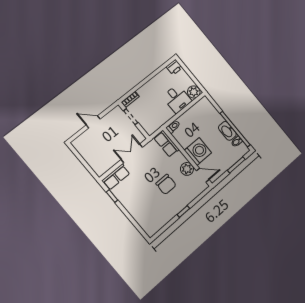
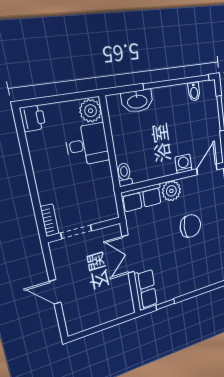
door: (93, 122) -> (55, 292), hinge flipped
washbasin: (227, 131) -> (137, 101), moved
washing machine: (198, 151) -> (183, 164), width x0.53, depth x0.53
plant: (187, 169) -> (171, 191), moved

